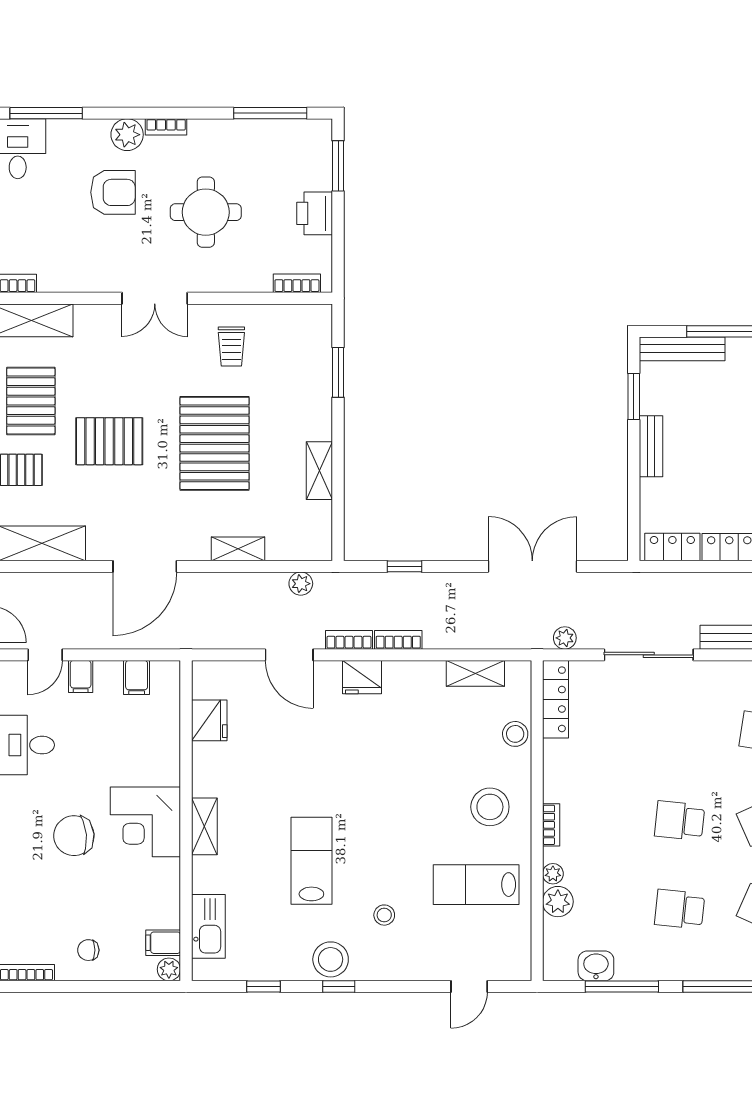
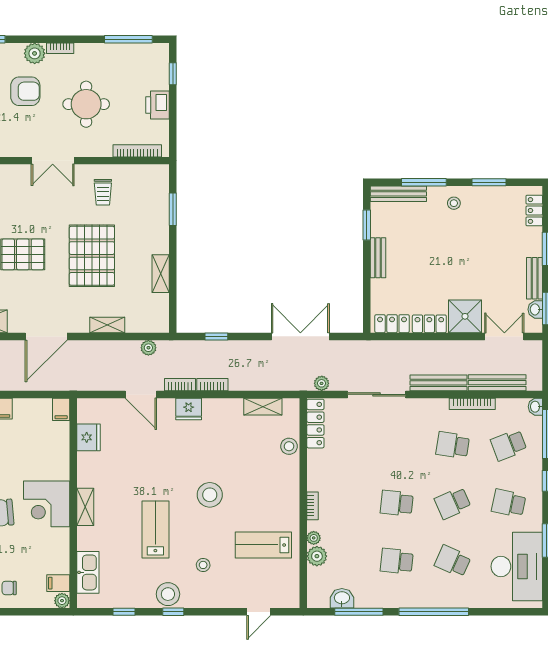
window: (338, 166) -> (173, 74), width x0.67
bookcase: (297, 283) -> (137, 151), width x1.56
filing cabinet: (137, 678) -> (61, 409), moved
stool: (490, 807) -> (210, 495), moved

